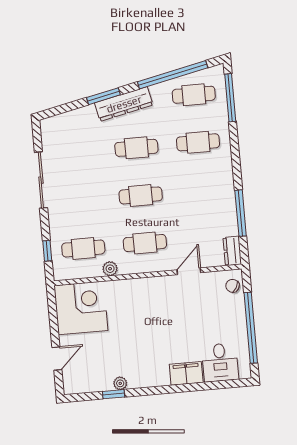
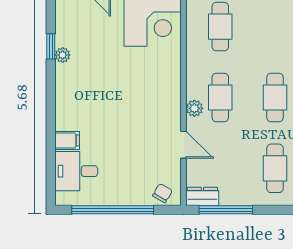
cafe table: (202, 190) -> (275, 168), added
window: (241, 213) -> (226, 210), moved
plant: (110, 269) -> (194, 108), moved
filing cabinet: (186, 373) -> (67, 141), width x0.50

